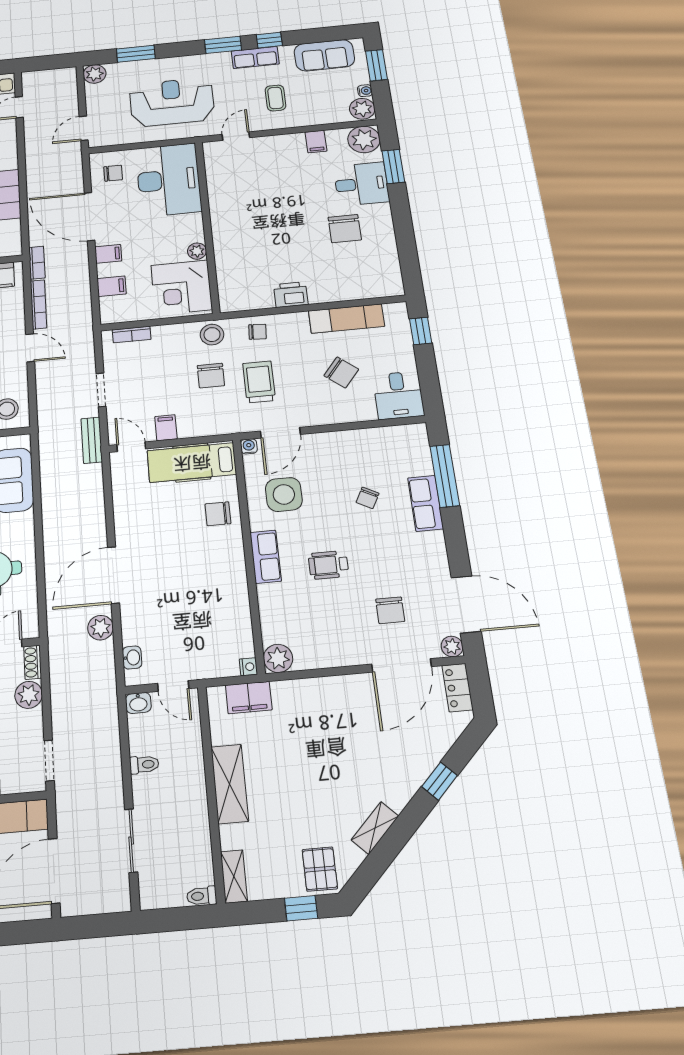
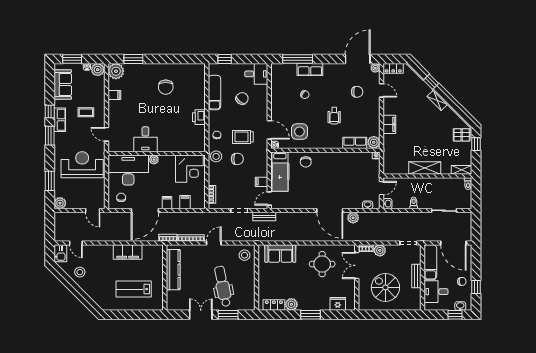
reception desk: (172, 102) -> (82, 165), turned 90
desk: (361, 184) -> (145, 139), moved, turned 180
chair: (345, 229) -> (166, 87), turned 90
plant: (197, 251) -> (154, 160), moved
row of seats: (266, 557) -> (355, 143), moved
door: (402, 665) -> (382, 90), width x0.53
filing cabinet: (249, 697) -> (389, 124), moved
shelving: (375, 828) -> (437, 100), moved

